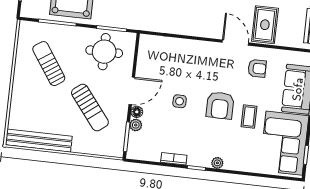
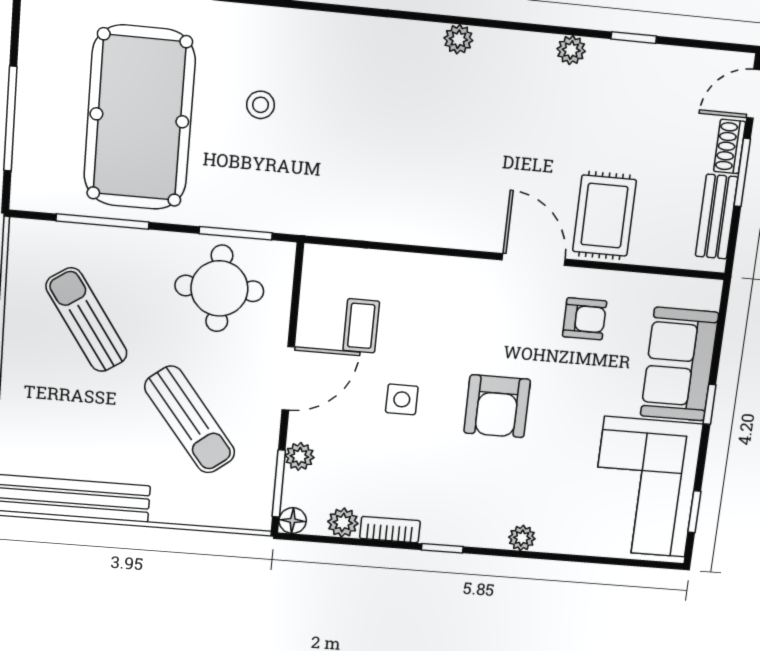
floor lamp: (137, 112) -> (293, 521), moved
coffee table: (249, 116) -> (361, 326), moved
plant: (154, 155) -> (343, 523), added
plant: (217, 163) -> (522, 538), moved

